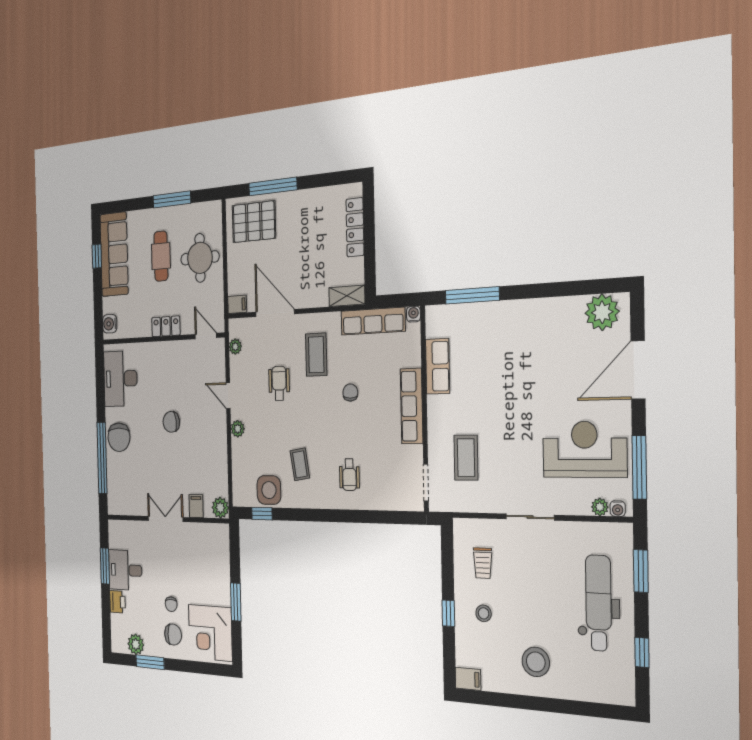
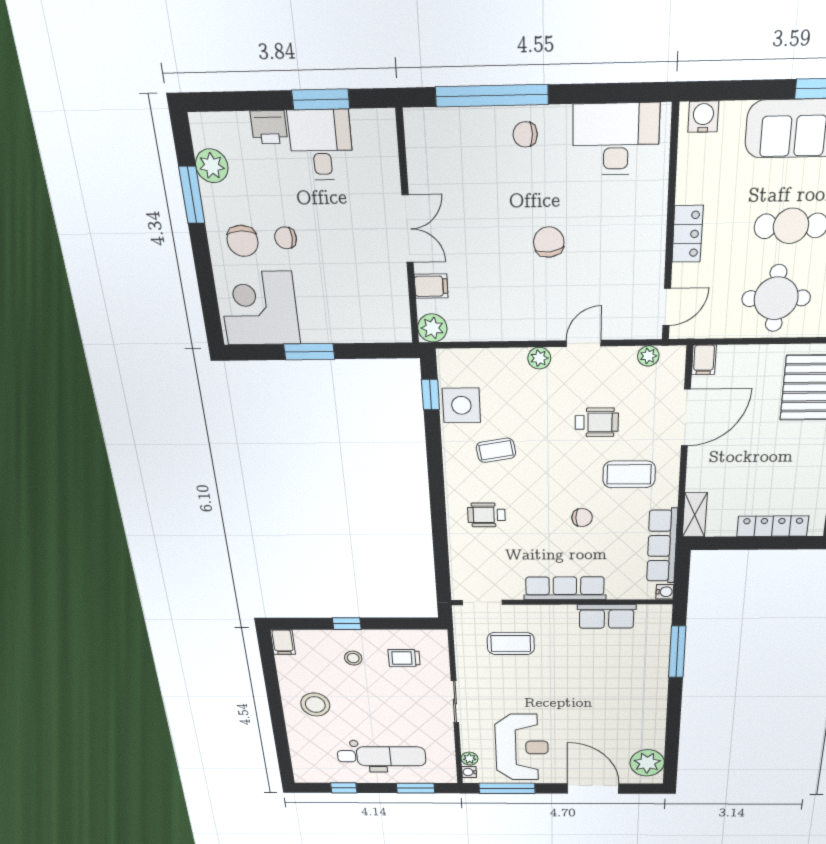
chair: (119, 437) -> (525, 134), width x0.54, depth x0.54

